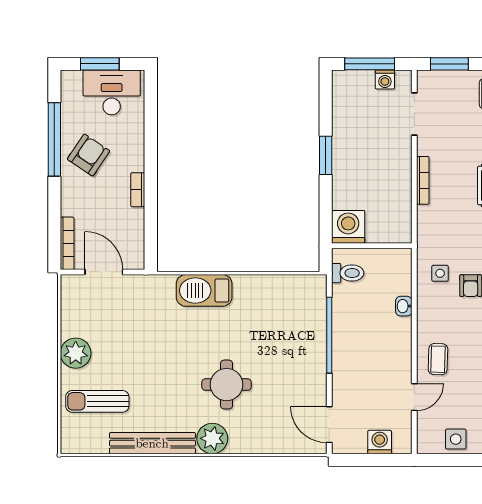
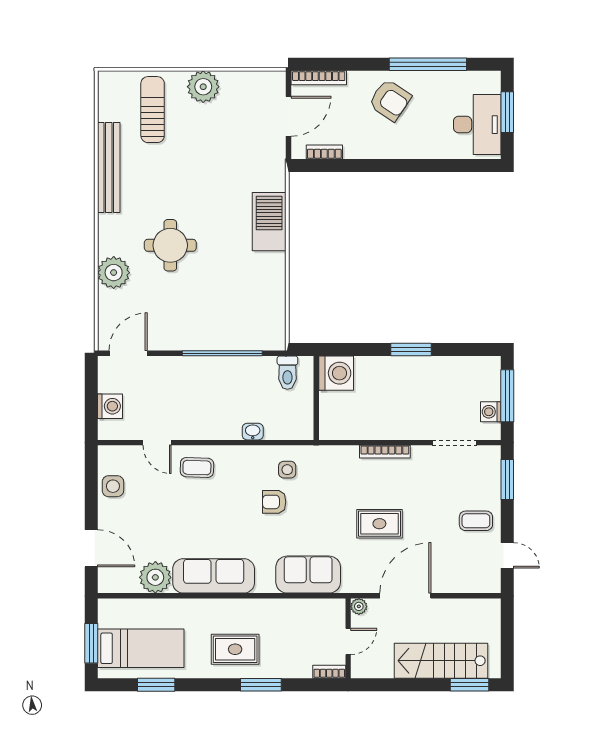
armchair: (88, 155) -> (390, 100), moved
bookcase: (138, 190) -> (324, 152), moved
plant: (212, 438) -> (114, 273), moved

